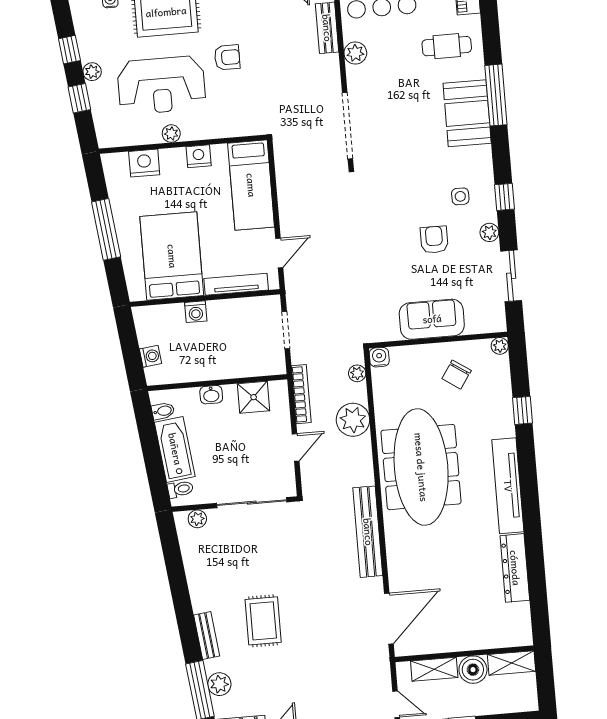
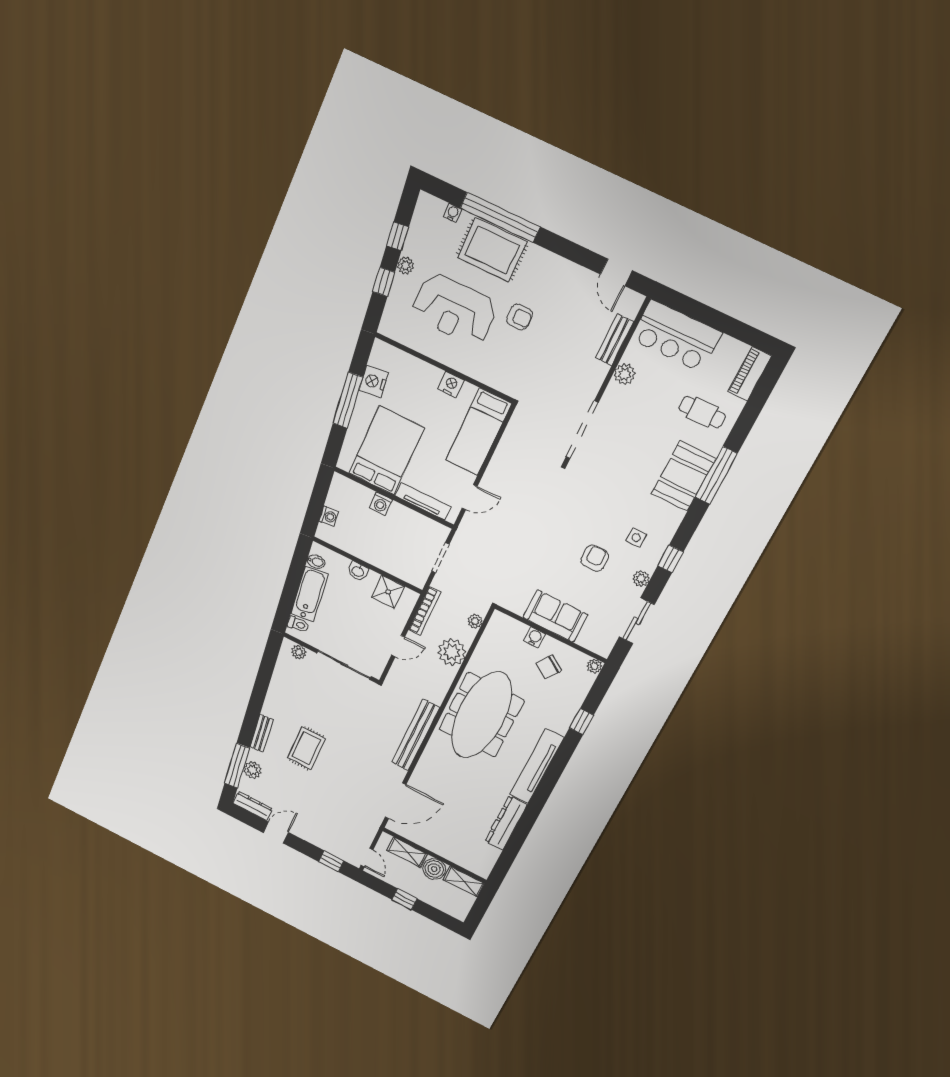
plant: (171, 134) -> (440, 354), removed
nightstand: (144, 163) -> (374, 381), moved, turned -97
water cooler: (379, 357) -> (535, 637), moved

